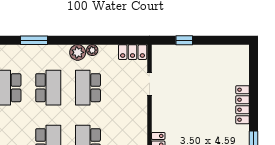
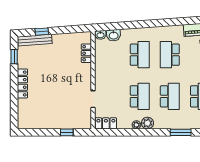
school desk: (48, 88) -> (170, 96), turned 180

